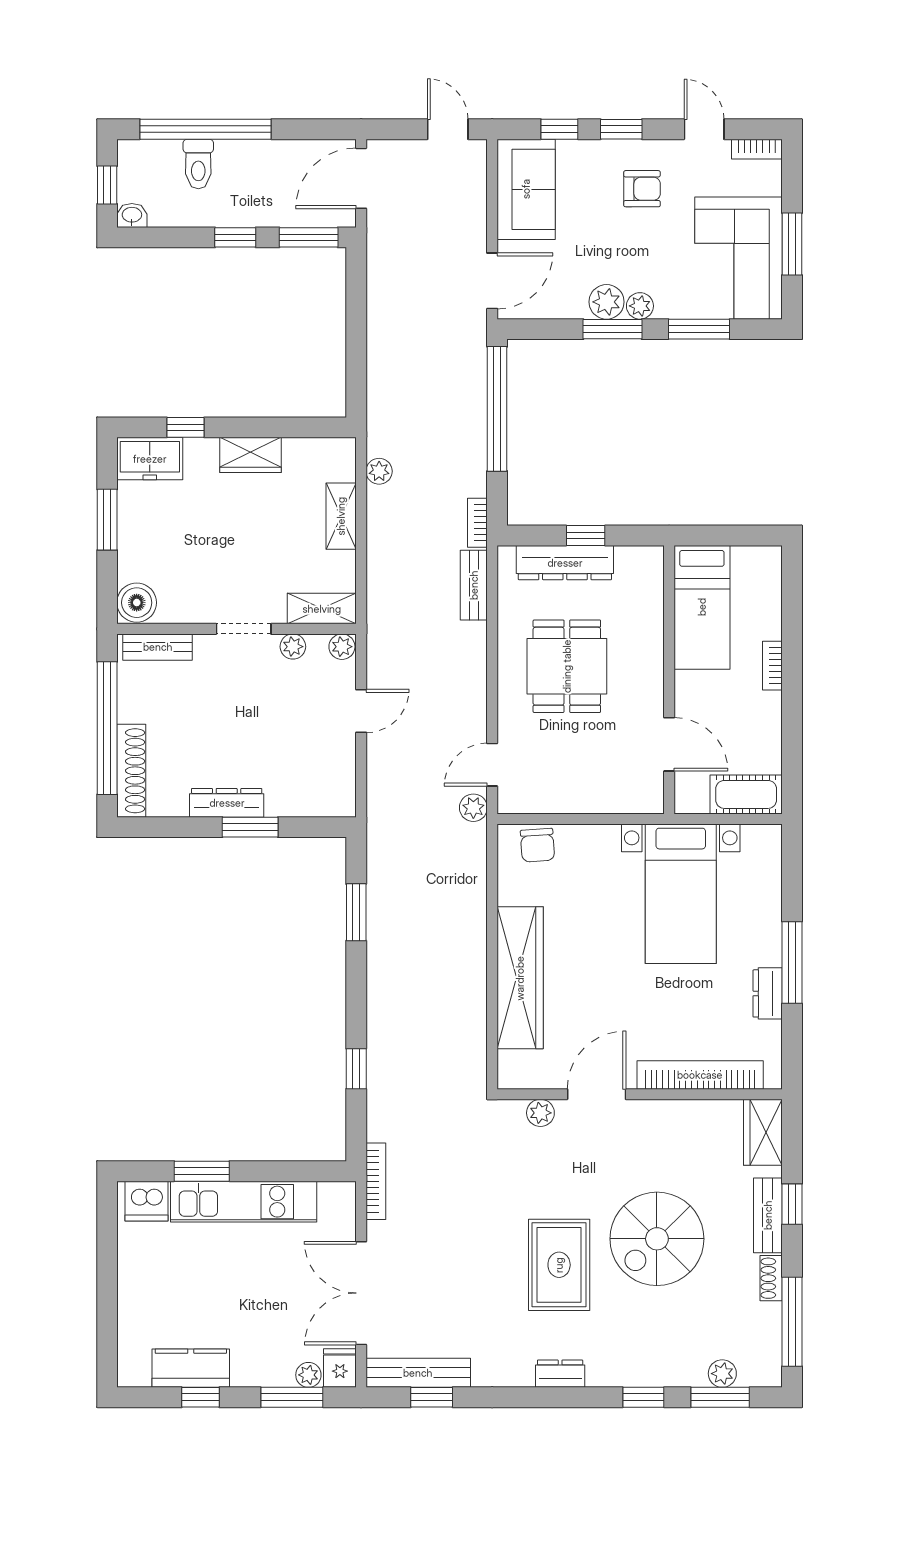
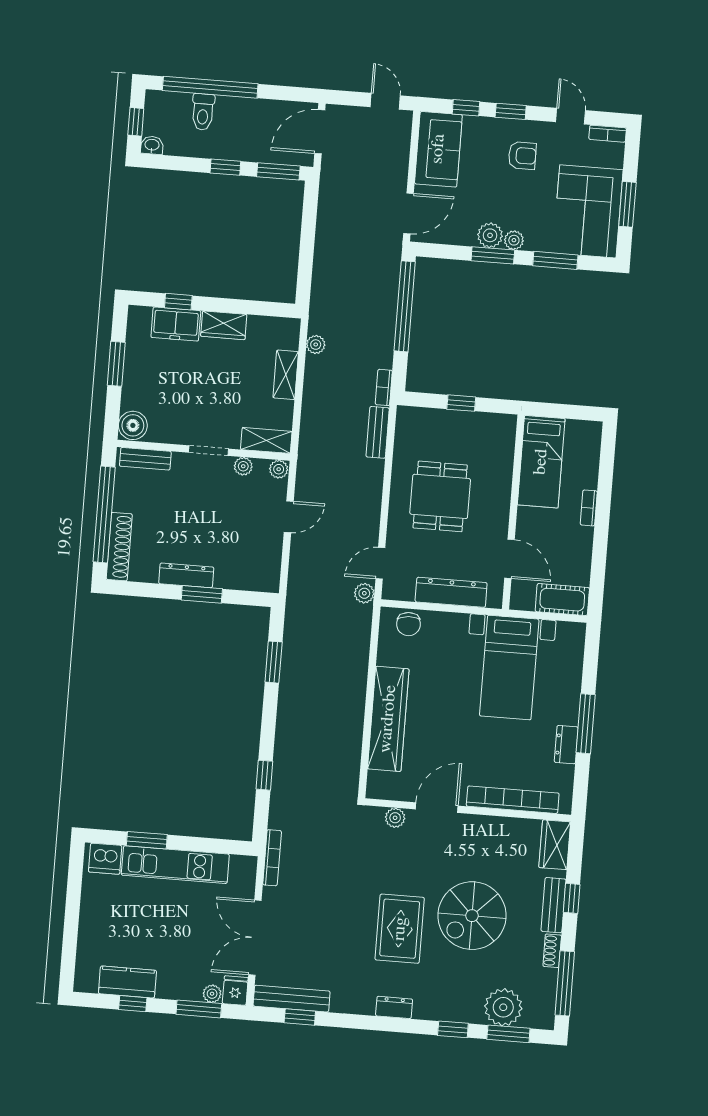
freezer: (150, 459) -> (176, 324), moved
dresser: (565, 563) -> (451, 592), moved, turned 180
plant: (722, 1374) -> (503, 1007), width x1.87, depth x1.87

